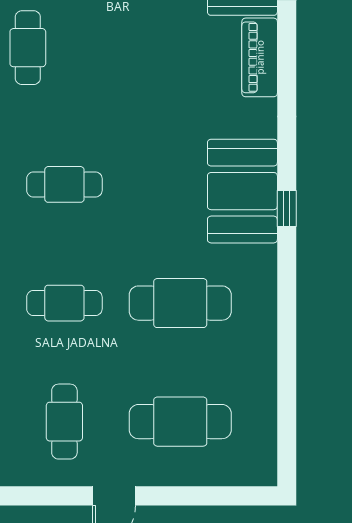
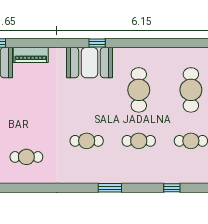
cafe table: (64, 184) -> (87, 141), turned 90
cafe table: (64, 303) -> (139, 141), turned 90

